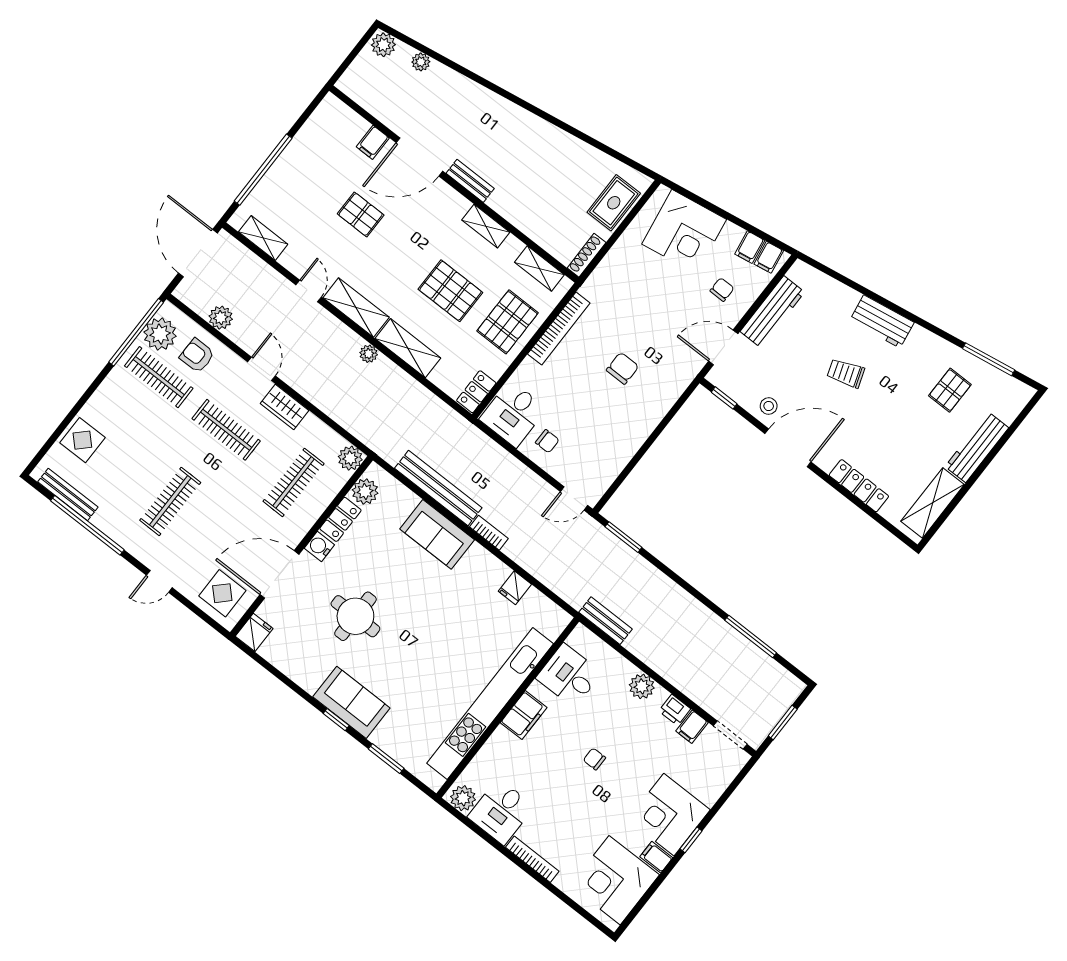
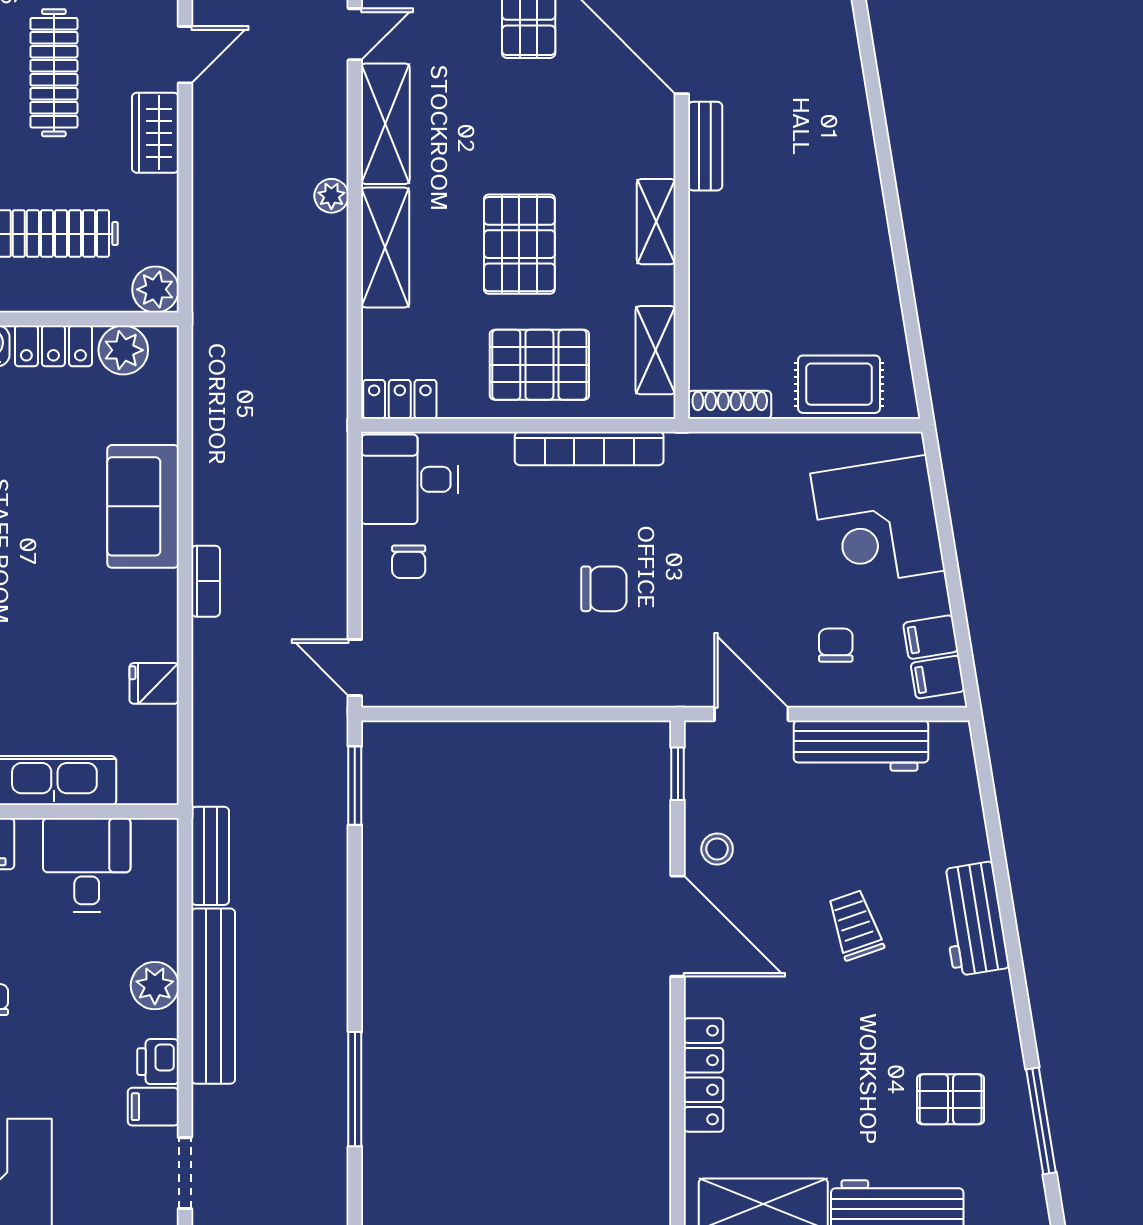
chair: (722, 290) -> (836, 645), turned -90
bench: (438, 488) -> (213, 996), moved

